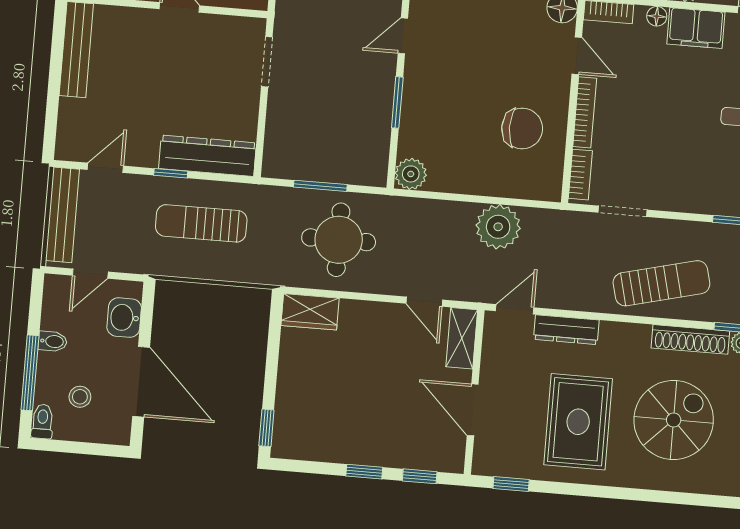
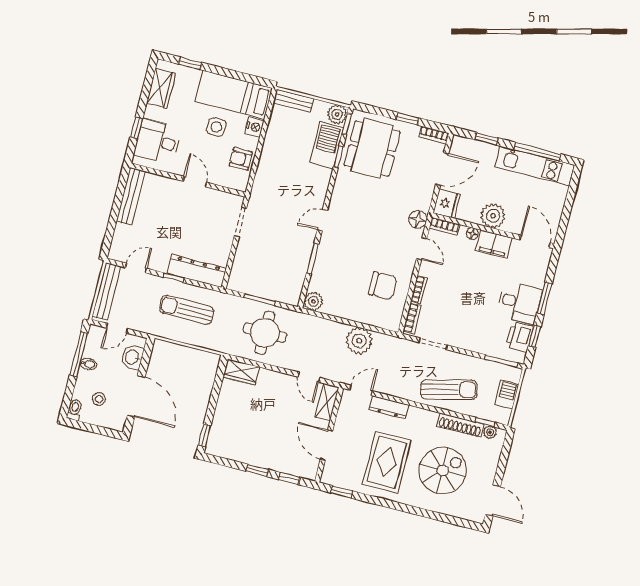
bookcase: (585, 112) -> (419, 290), width x0.64
window: (30, 373) -> (79, 354), moved

